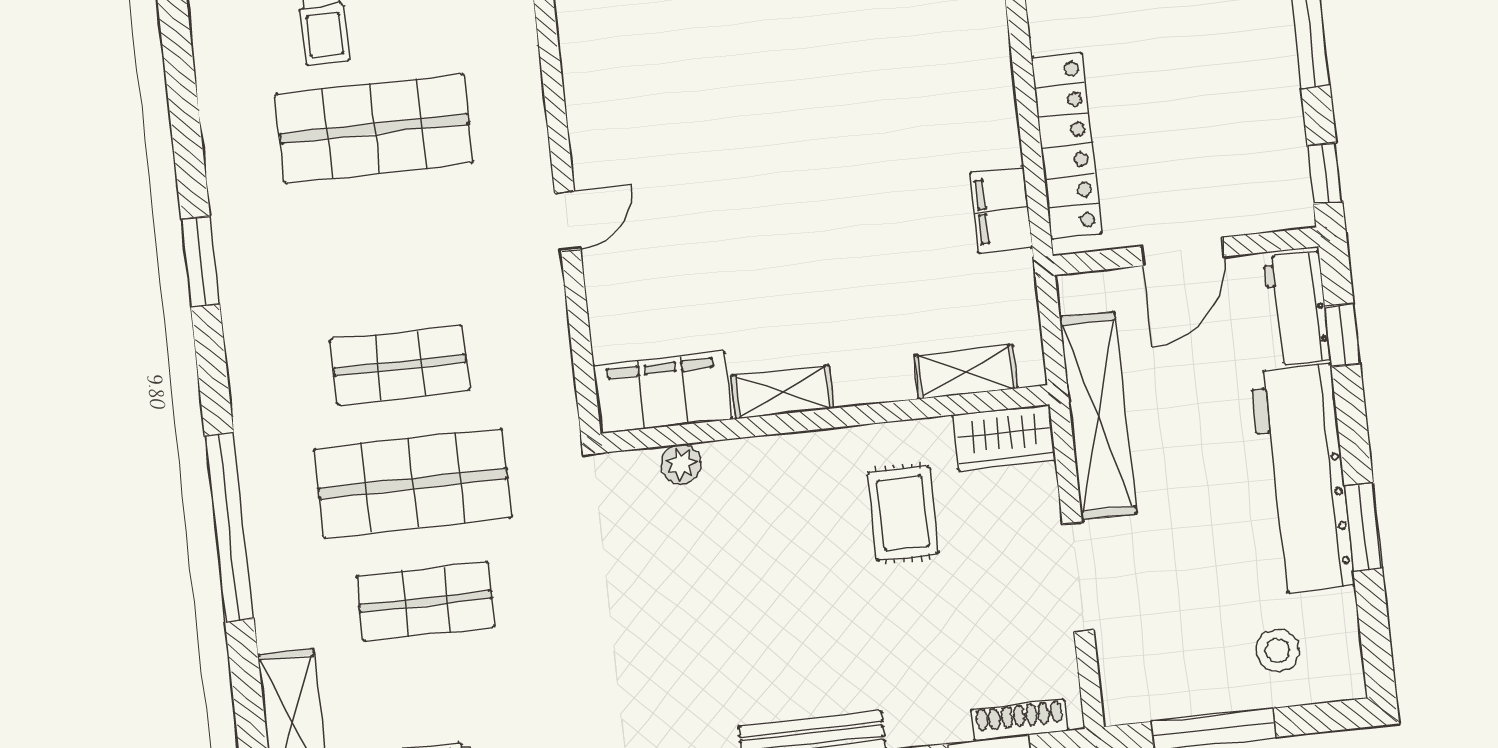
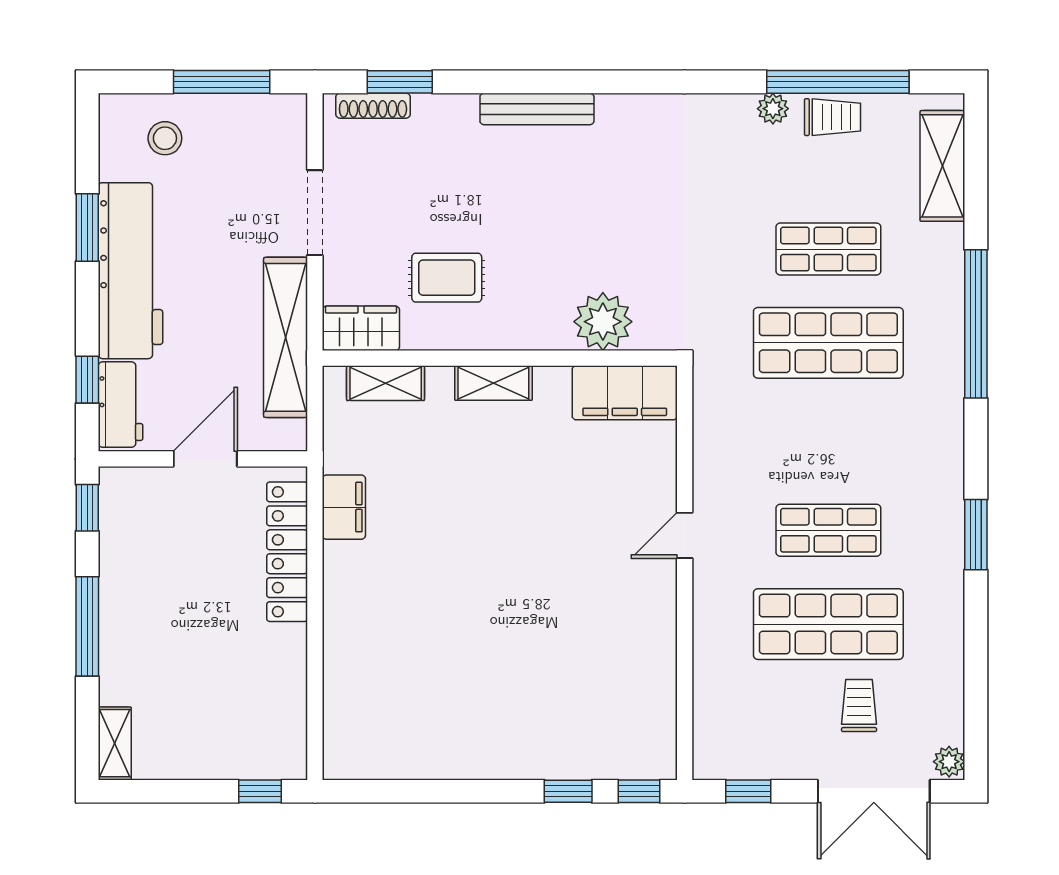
shop shelf: (400, 365) -> (828, 530), moved
shelving: (783, 392) -> (493, 383), moved
plant: (681, 464) -> (603, 322), width x1.87, depth x1.87
rug: (903, 513) -> (447, 278), turned 90

